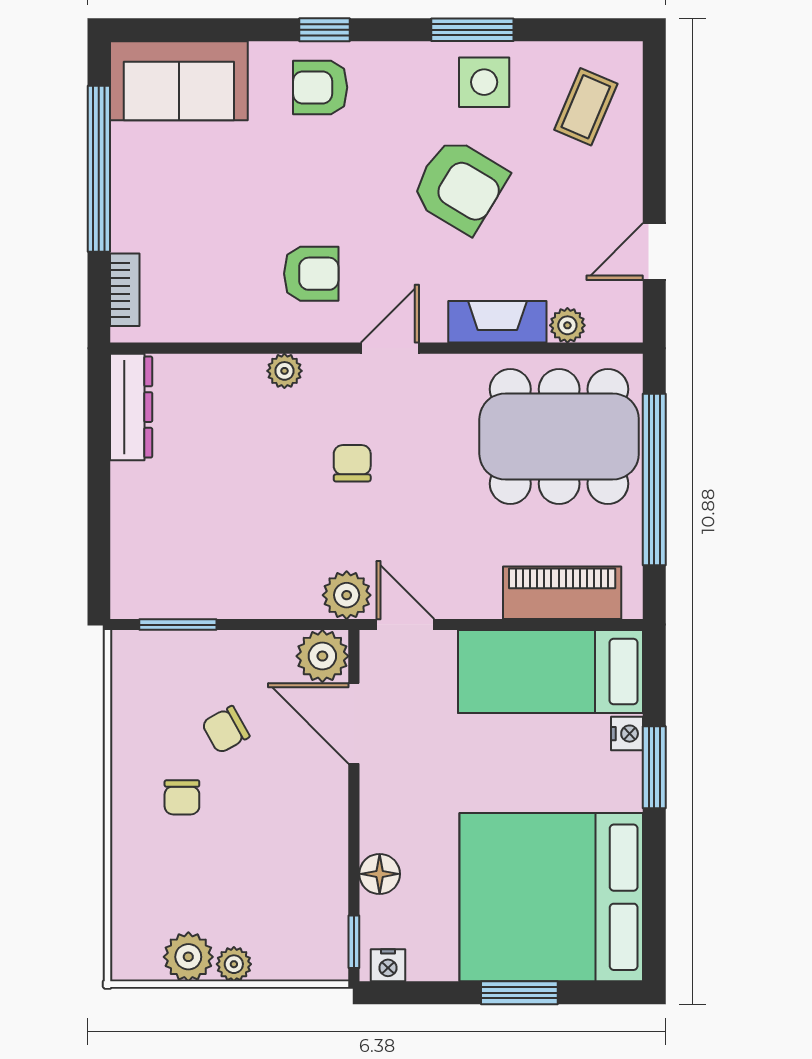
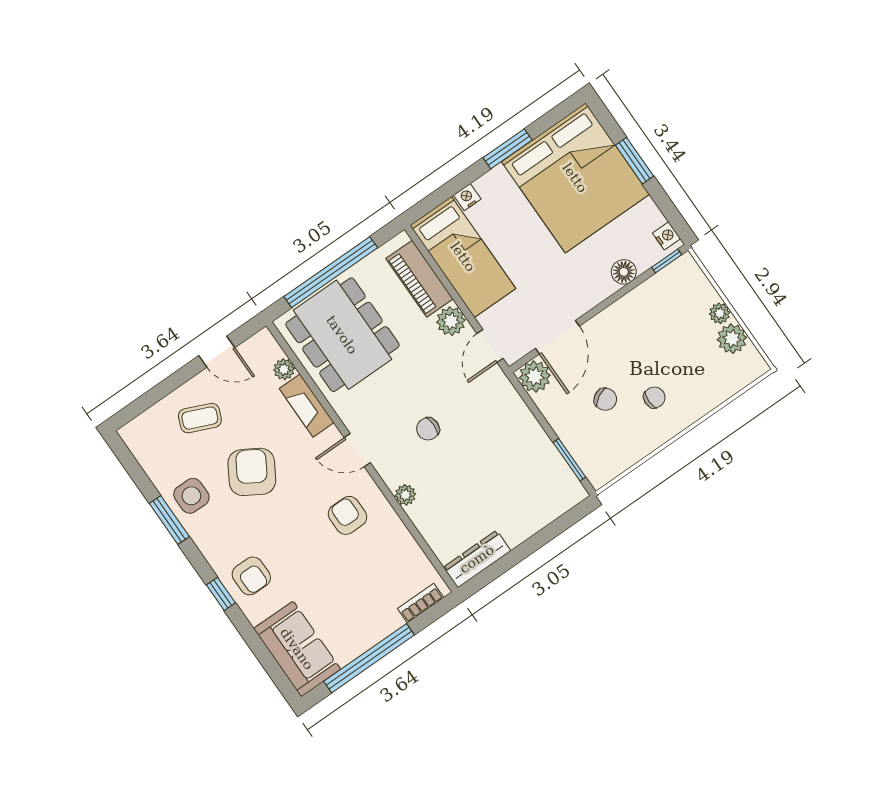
coffee table: (586, 107) -> (200, 418), moved
plant: (347, 595) -> (451, 321), moved
window: (654, 767) -> (508, 149), moved

